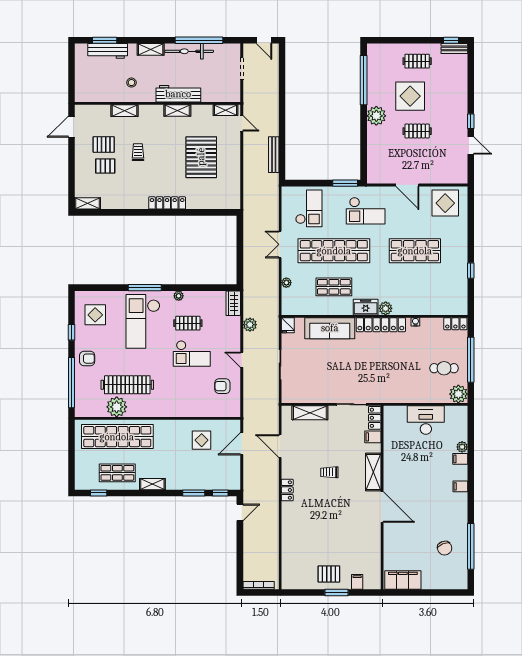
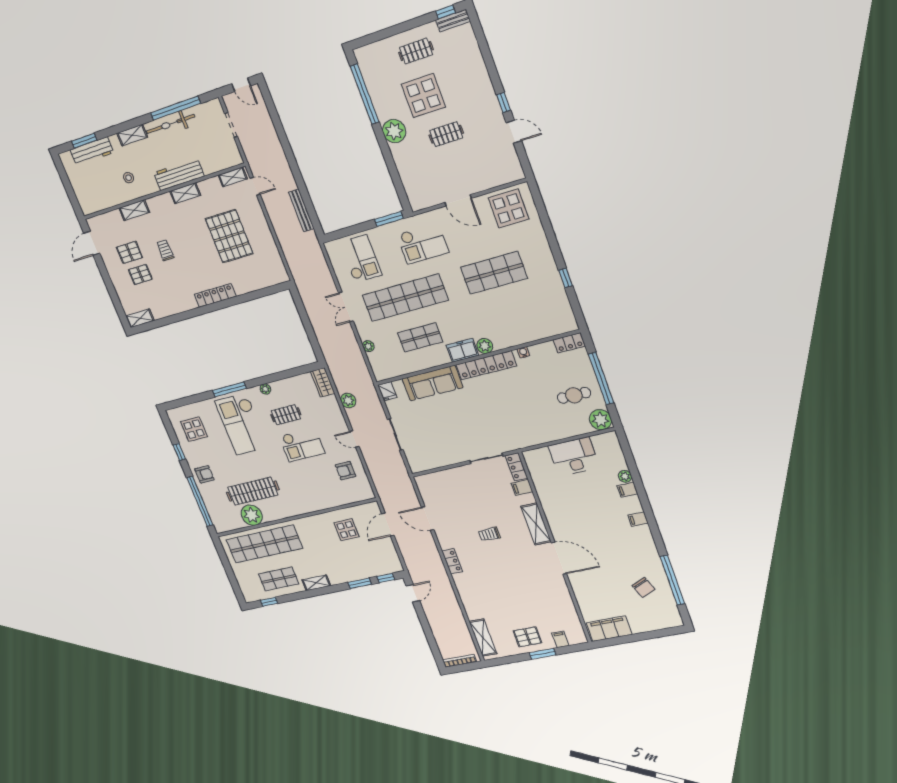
shelving: (310, 413) -> (483, 638), moved, turned 90

